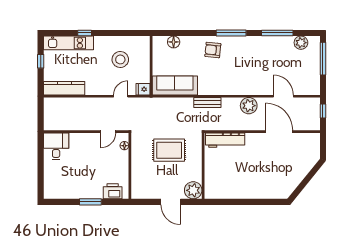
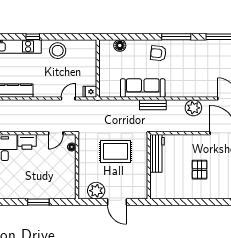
stool: (120, 59) -> (58, 51), moved
sofa: (175, 85) -> (143, 88), moved
workbench: (225, 140) -> (157, 153), moved, turned -90
pallet: (255, 169) -> (200, 170), added
plant: (193, 190) -> (96, 191), moved
printer: (113, 191) -> (27, 142), moved, turned 180

